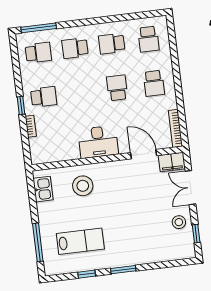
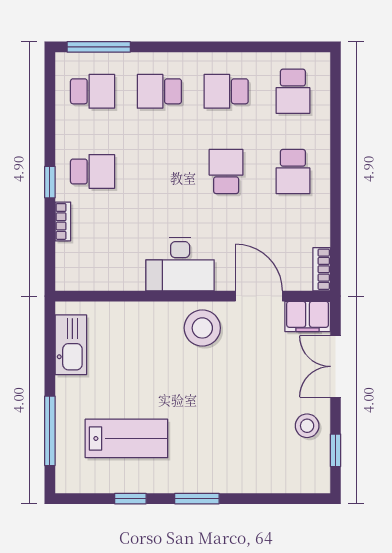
bookcase: (175, 128) -> (322, 269), width x0.64
stool: (83, 186) -> (202, 328), moved
kitchen sink: (43, 189) -> (71, 345), width x1.38

